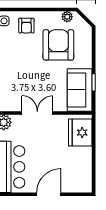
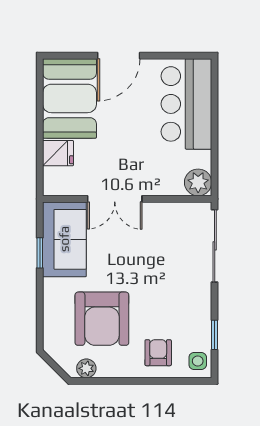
double door: (37, 113) -> (115, 199), moved
fridge: (80, 132) -> (58, 153), width x0.53, depth x0.75
booth: (77, 170) -> (69, 98), added

